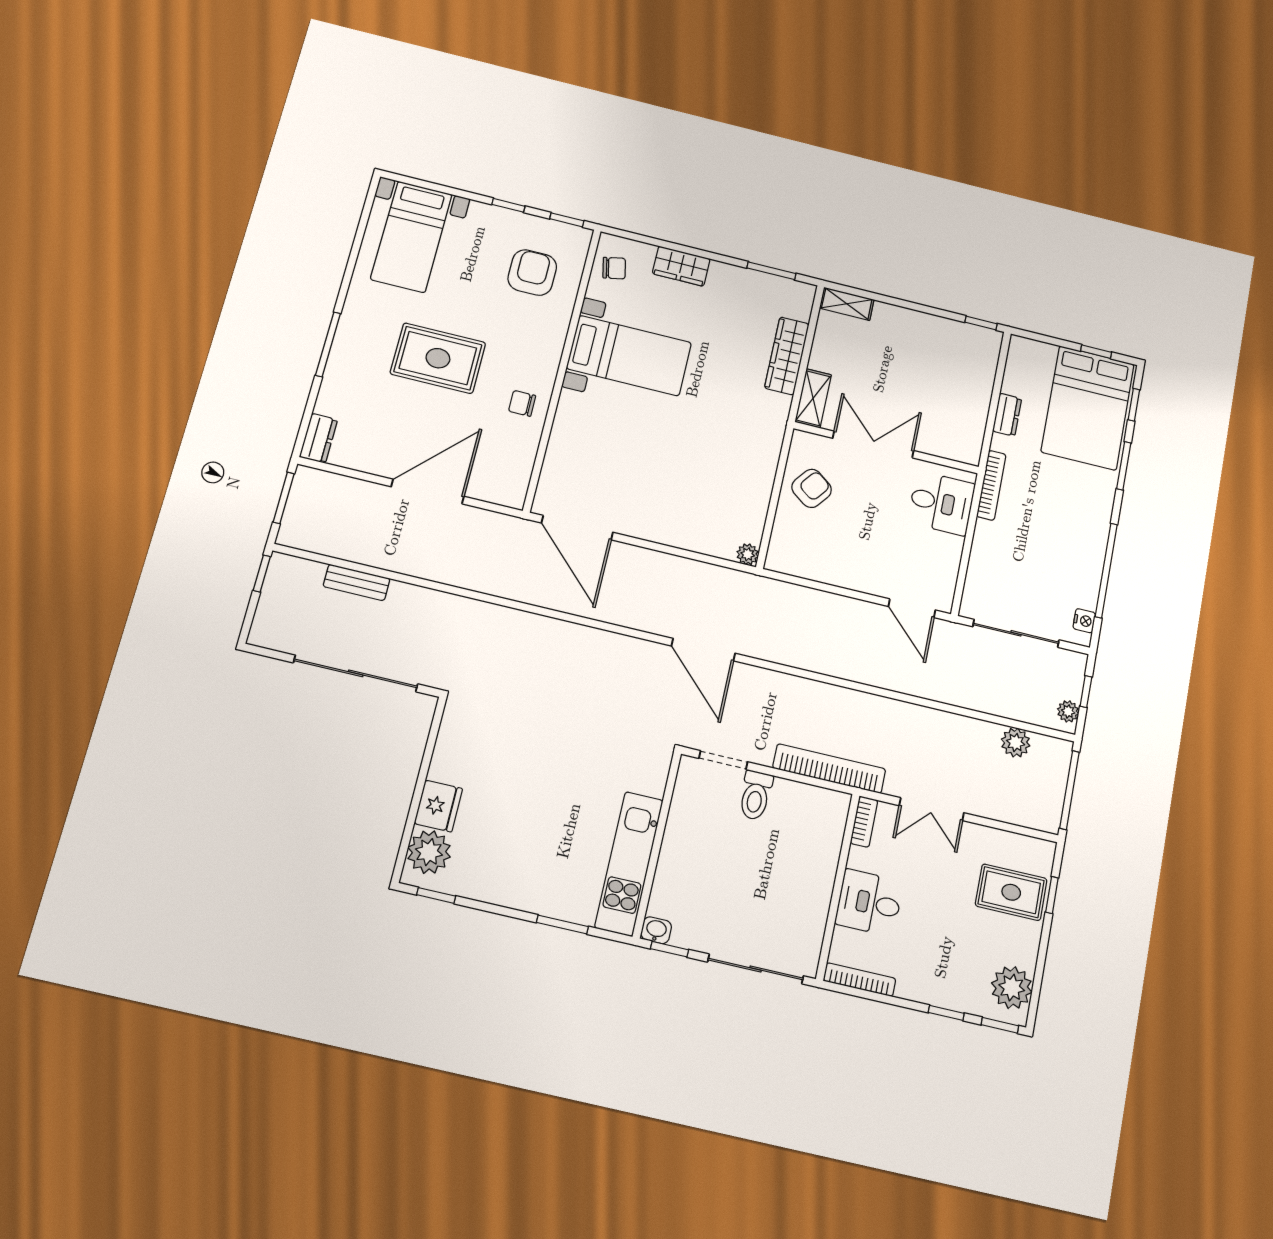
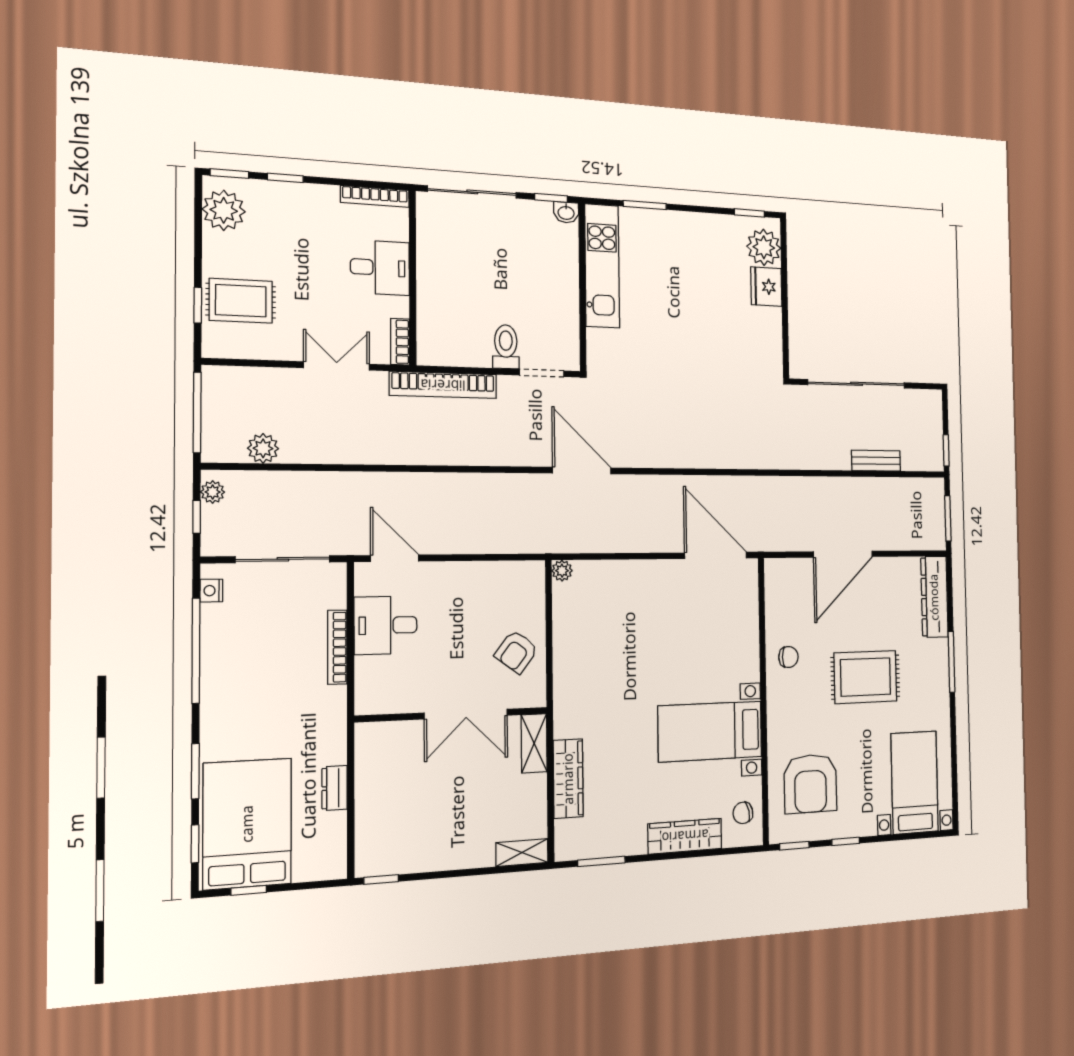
wardrobe: (681, 266) -> (685, 836), width x1.50
armchair: (532, 273) -> (810, 784), width x1.36, depth x1.36
dresser: (319, 438) -> (934, 597), width x1.96, depth x1.24
bookcase: (991, 485) -> (337, 647), moved
desk: (941, 503) -> (386, 625), moved

